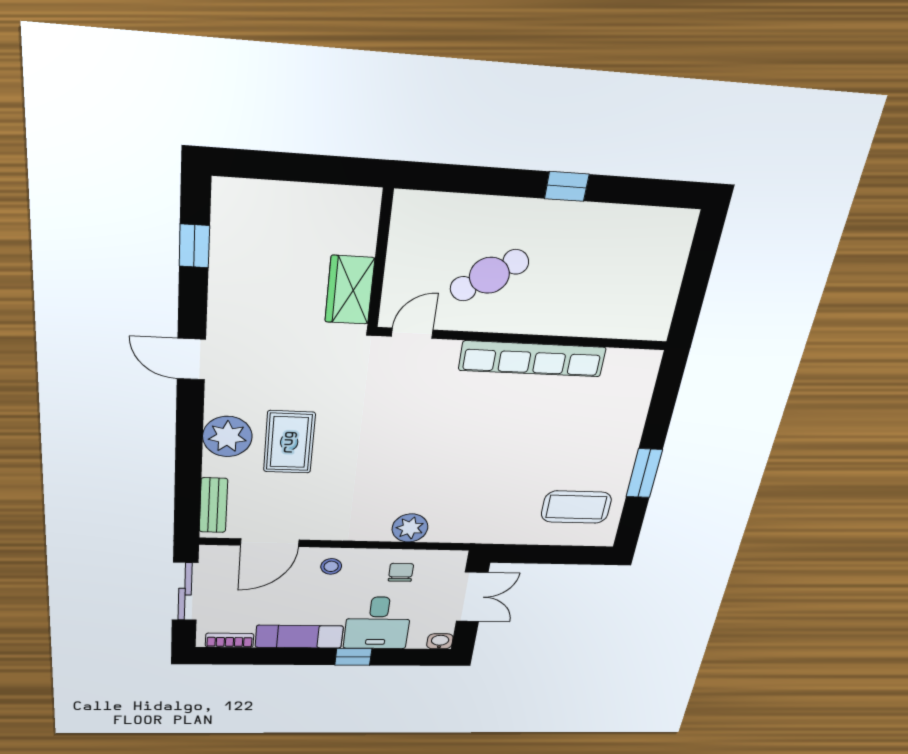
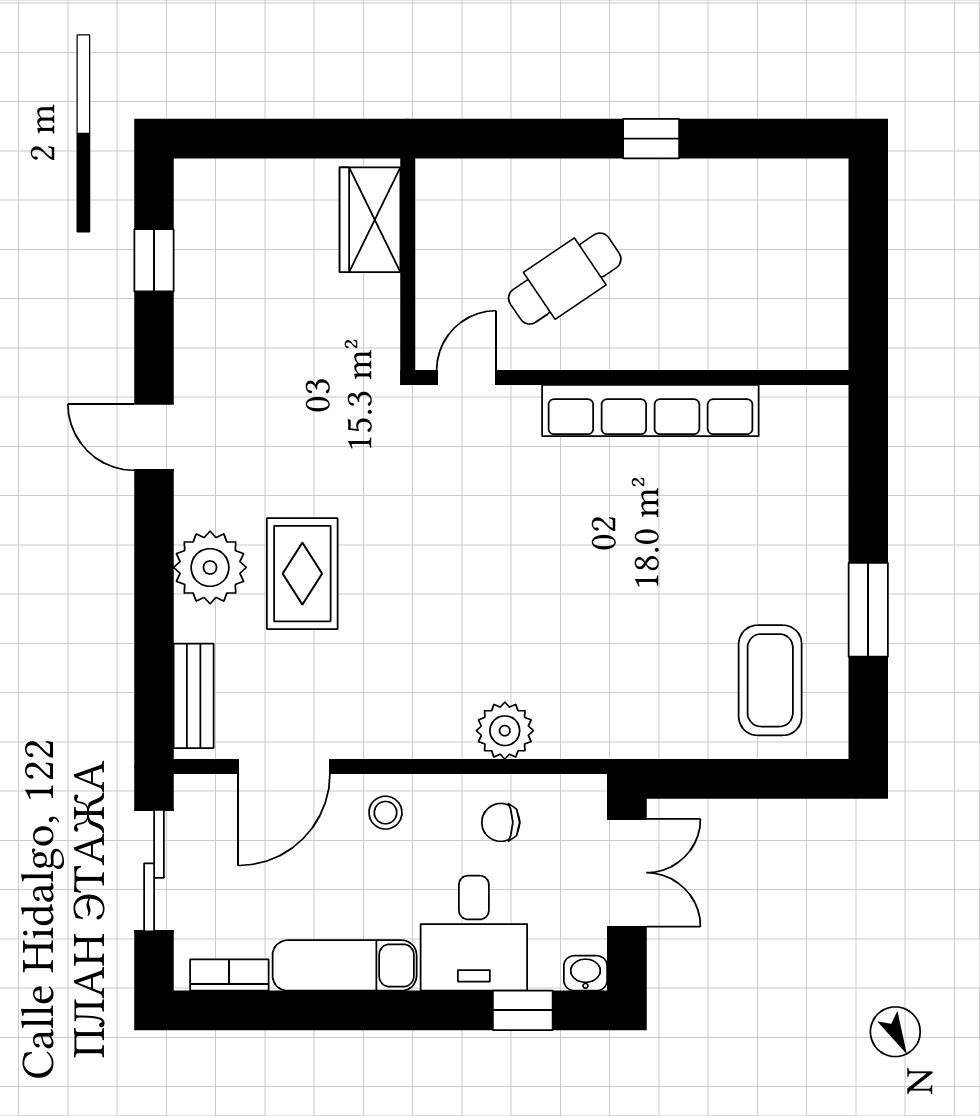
wardrobe: (350, 290) -> (370, 220), moved
coffee table: (576, 507) -> (770, 680), turned 90
chair: (401, 572) -> (501, 822), turned -90
window: (353, 657) -> (523, 1010), moved

